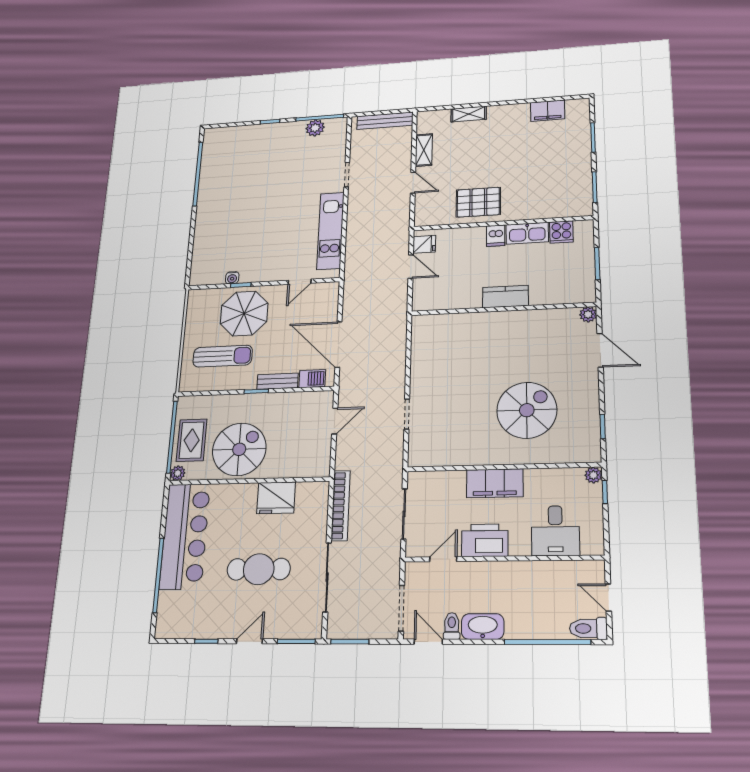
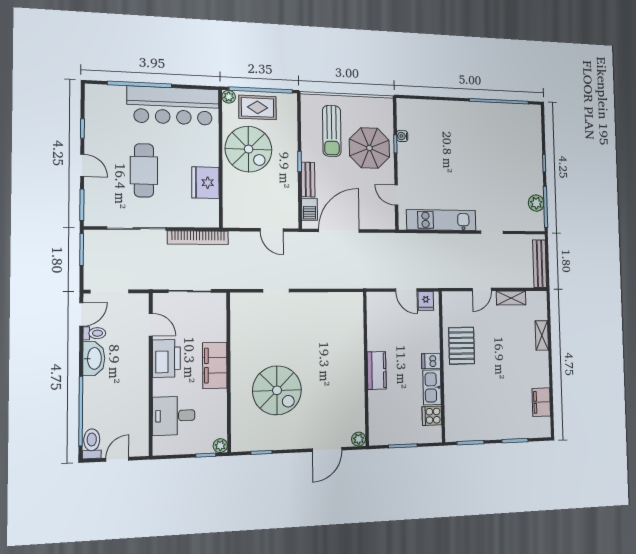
door: (411, 267) -> (406, 290), hinge flipped

